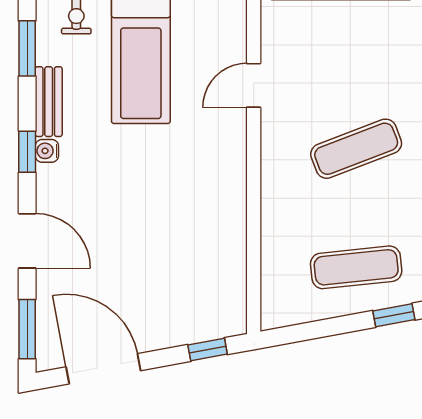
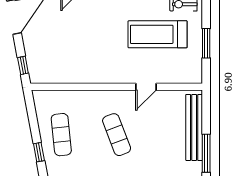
door: (254, 85) -> (146, 87), swing flipped

